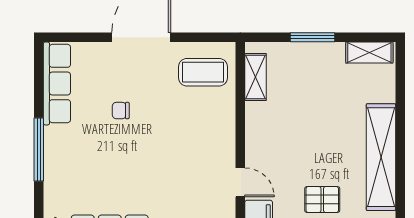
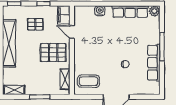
row of seats: (57, 83) -> (154, 63), moved
pallet: (282, 136) -> (53, 52), added

